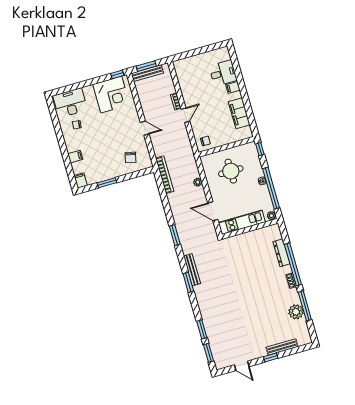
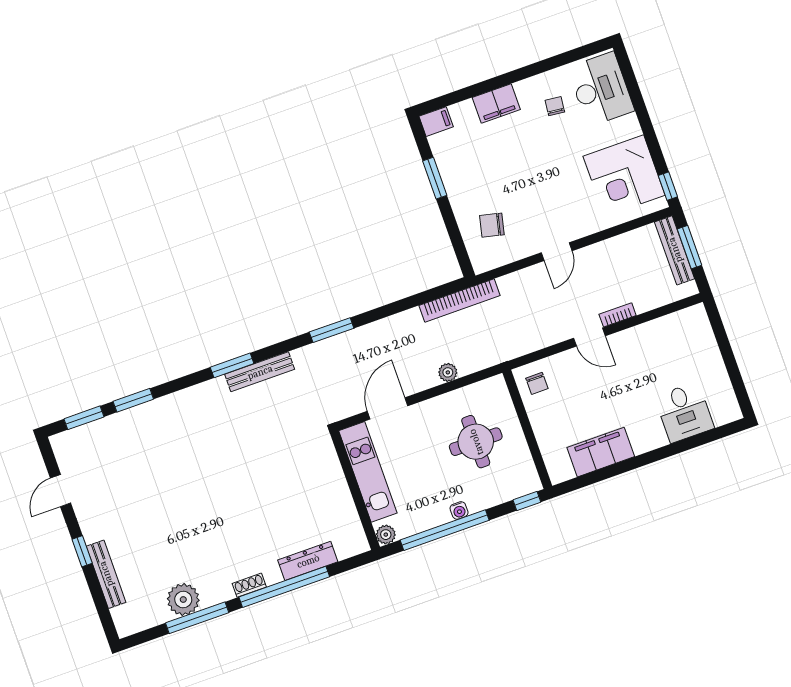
filing cabinet: (233, 87) -> (655, 435), removed
filing cabinet: (75, 157) -> (496, 103), width x2.00

